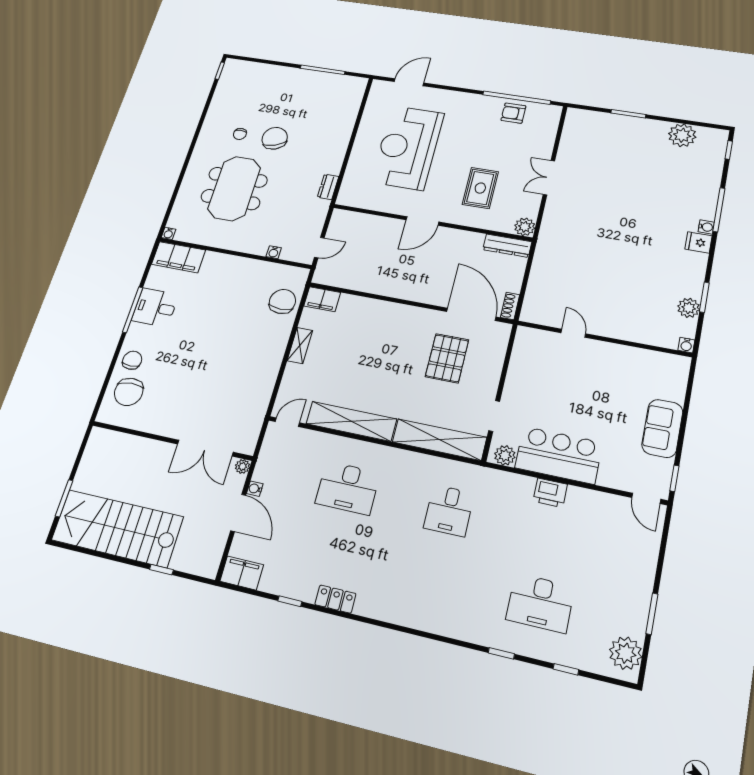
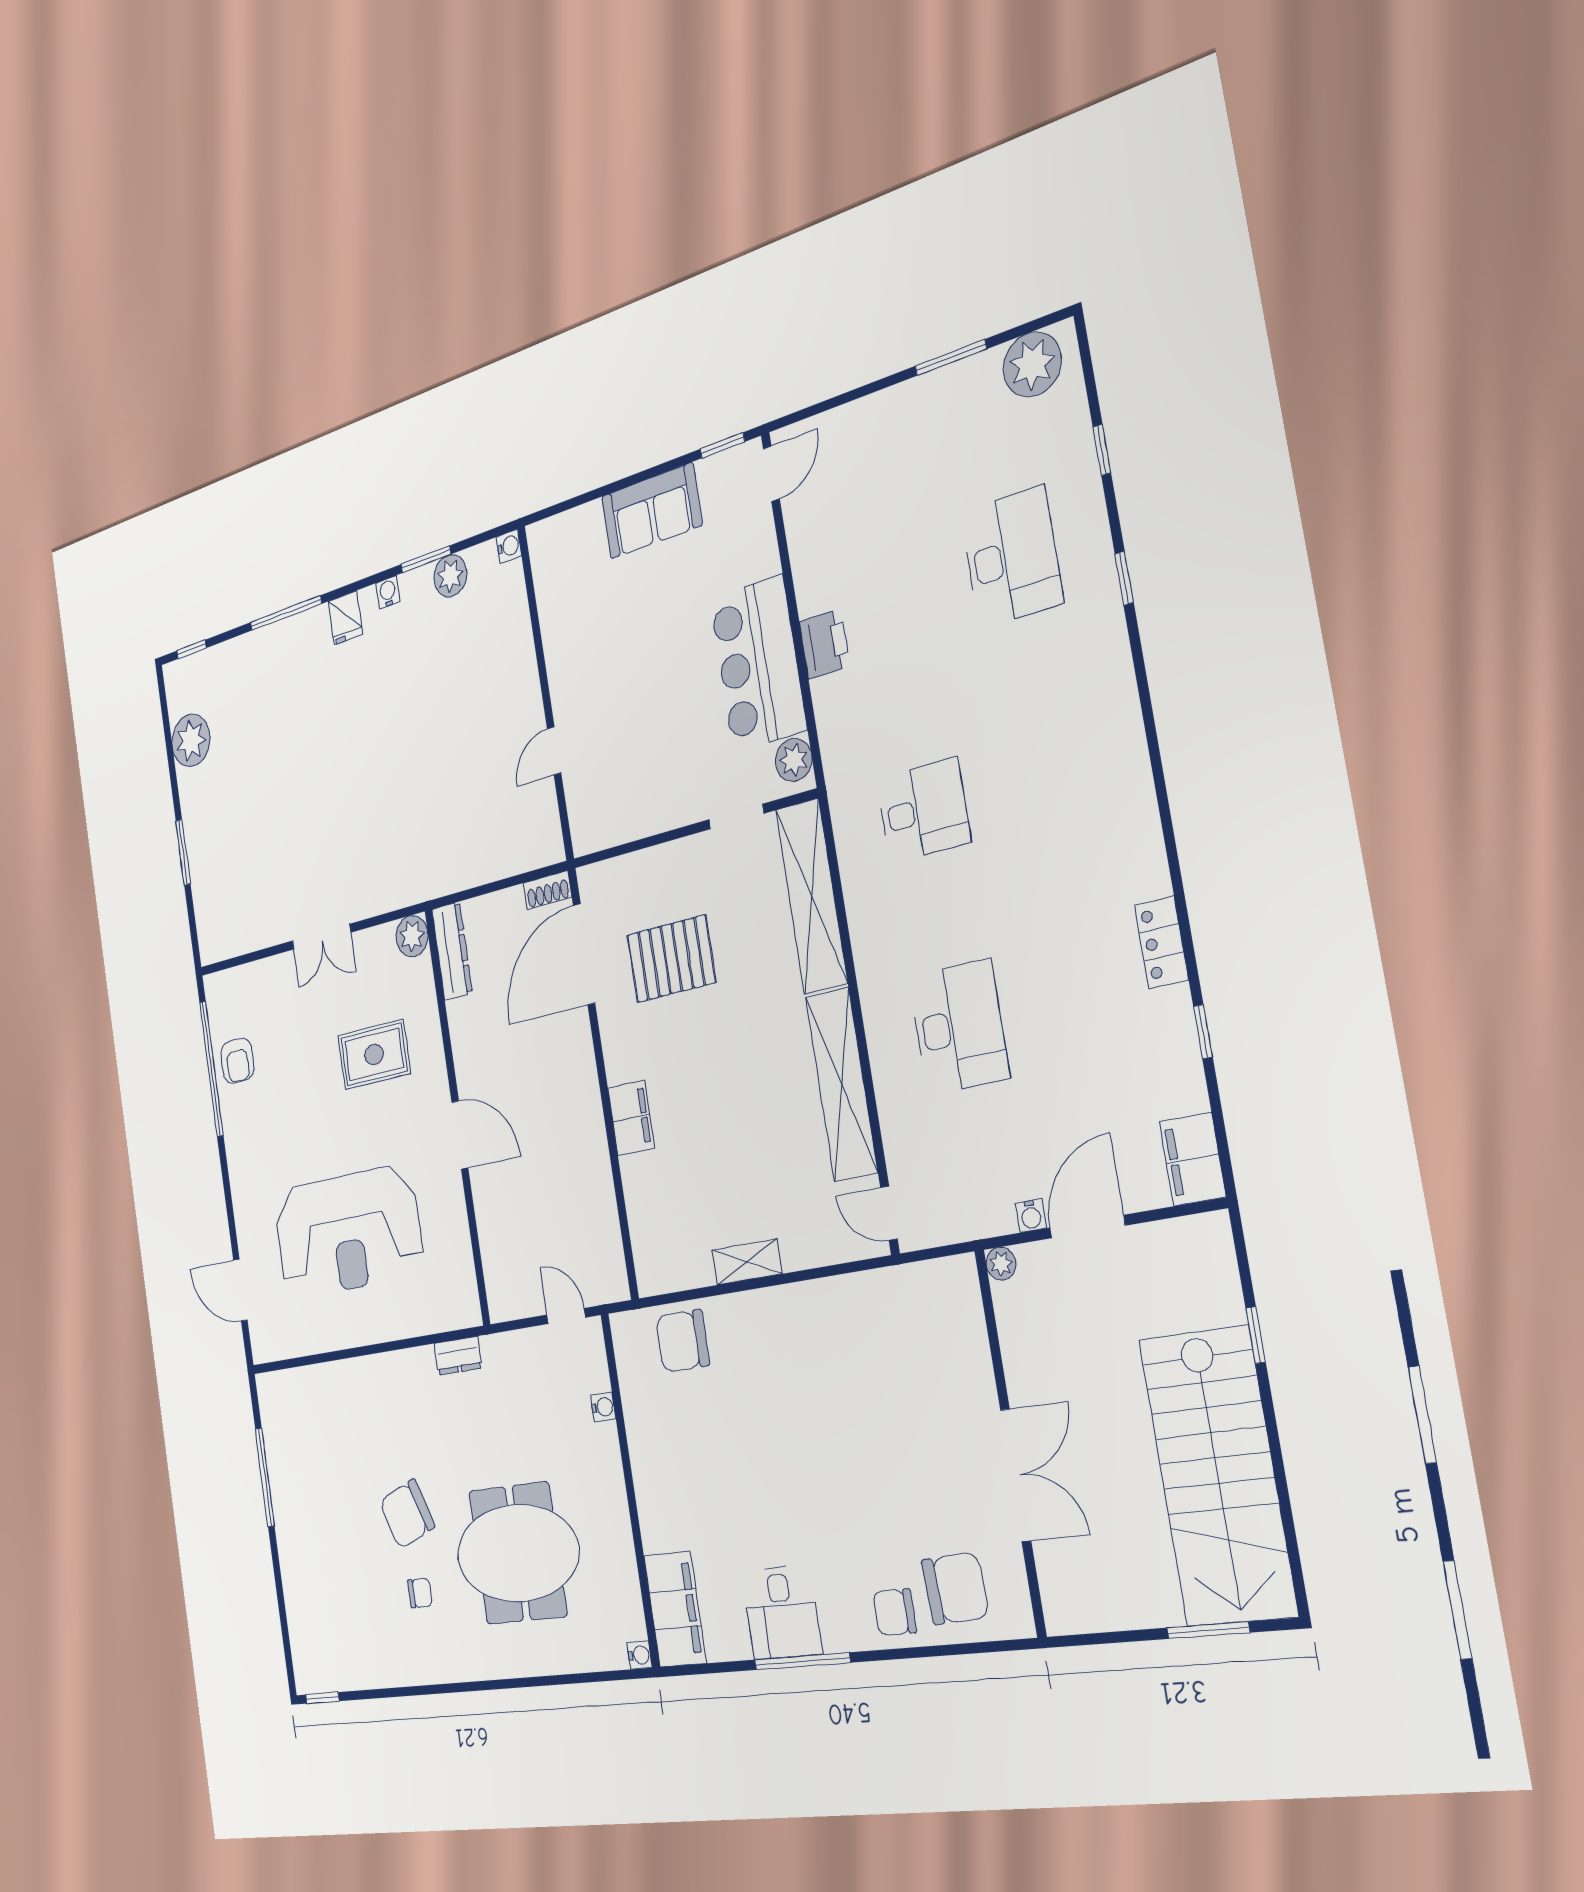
water cooler: (706, 227) -> (388, 592), moved
filing cabinet: (322, 299) -> (631, 1118), moved
double door: (205, 448) -> (1016, 1475), moved

